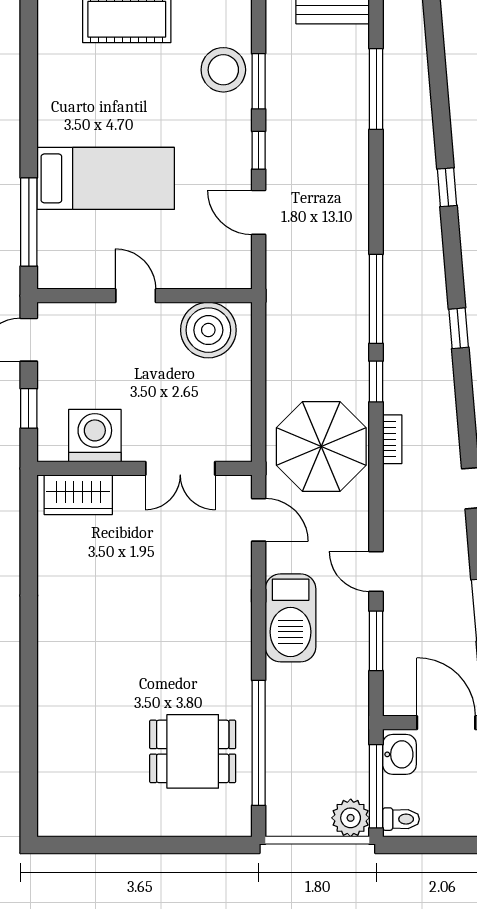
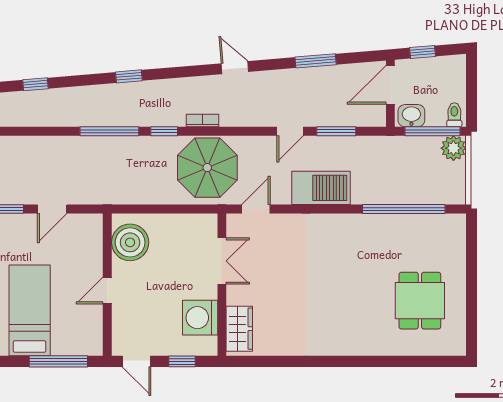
dining table: (193, 751) -> (420, 301), moved

